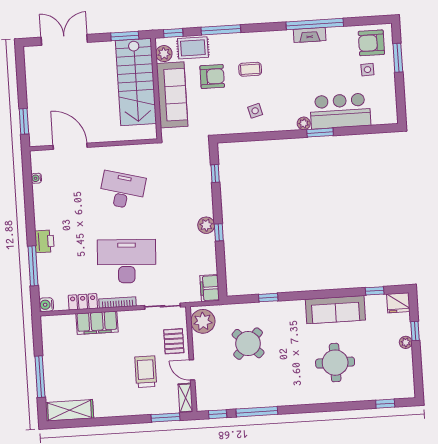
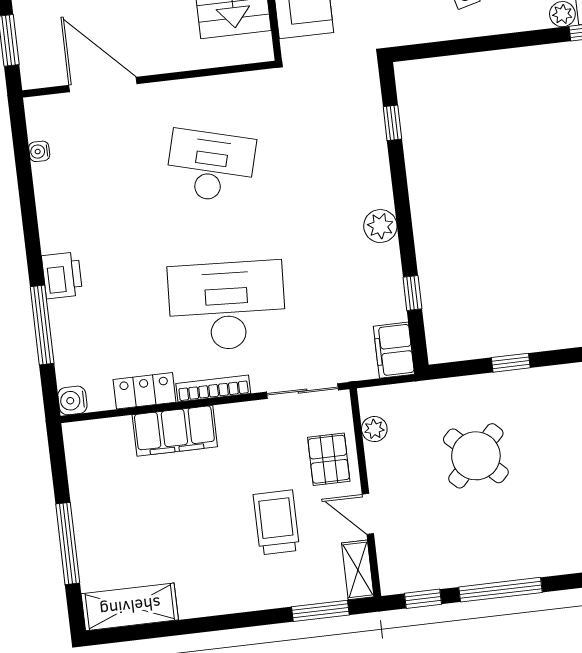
window: (219, 232) -> (412, 293), moved
plant: (203, 321) -> (374, 429), width x0.53, depth x0.53

